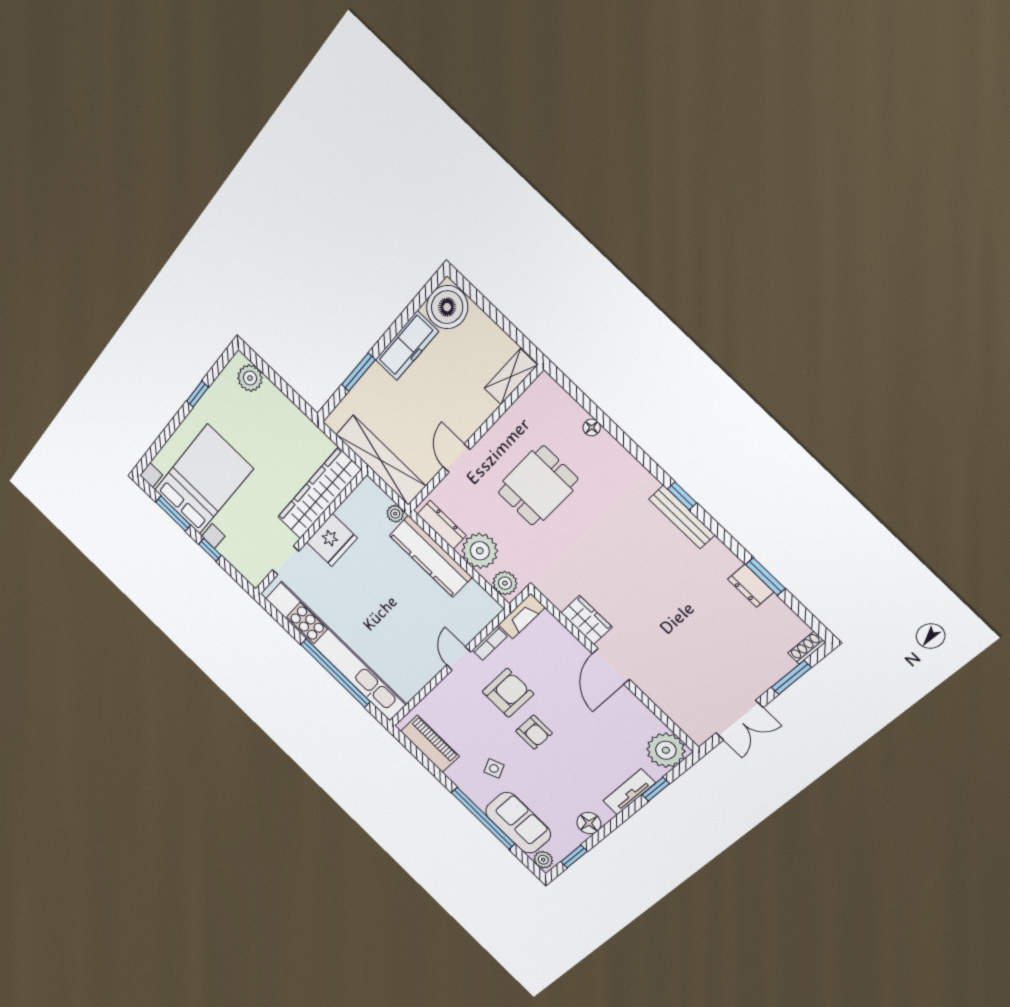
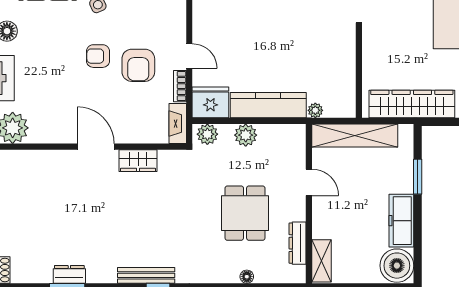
wardrobe: (319, 494) -> (412, 104), moved, turned -90
dresser: (442, 525) -> (298, 243), moved, turned 90
fridge: (332, 540) -> (210, 102), moved, turned 90
plant: (480, 551) -> (246, 135), width x0.73, depth x0.73

